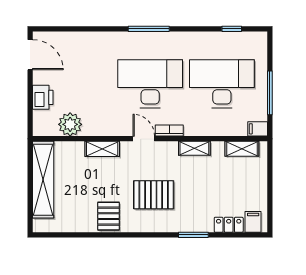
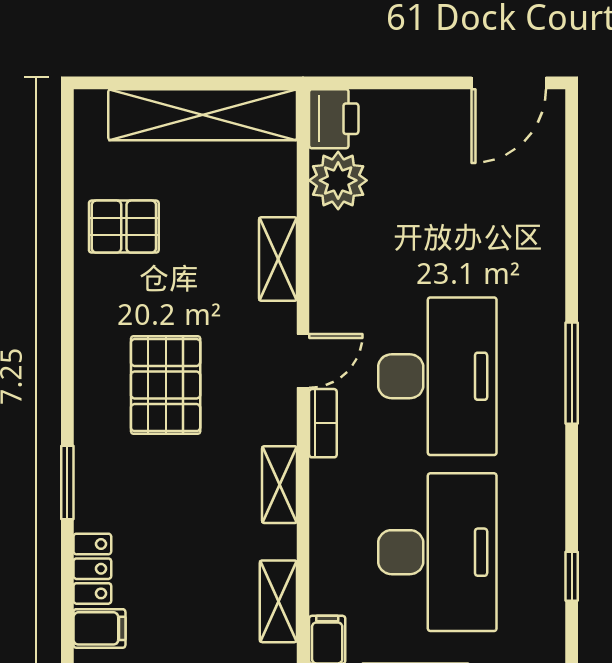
printer: (43, 97) -> (334, 119), moved, turned -90
pallet: (109, 216) -> (124, 227), moved

